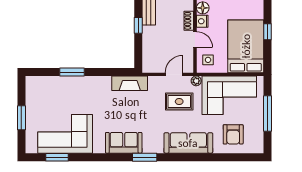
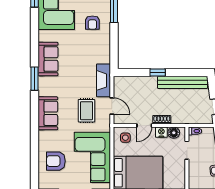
plant: (196, 81) -> (106, 127), removed
fireplace: (130, 83) -> (104, 80), moved
armchair: (85, 95) -> (92, 23), added
sofa: (188, 143) -> (48, 113), width x0.73

